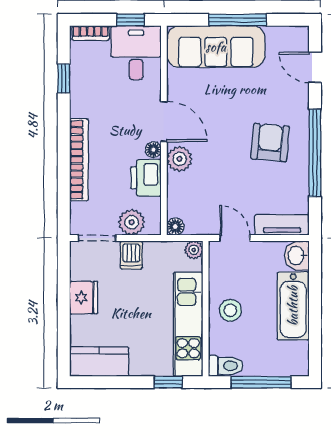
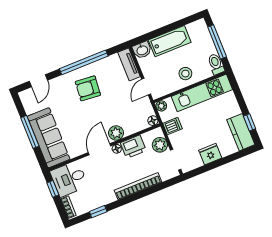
dishwasher: (131, 255) -> (173, 126), moved
window: (168, 382) -> (250, 122), moved

